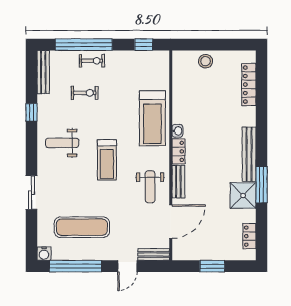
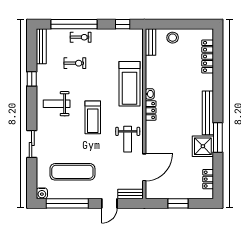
bench: (178, 182) -> (151, 42), moved

